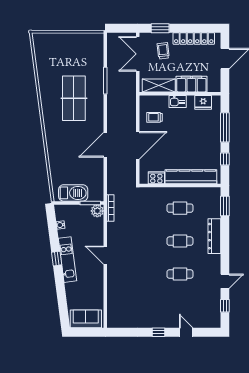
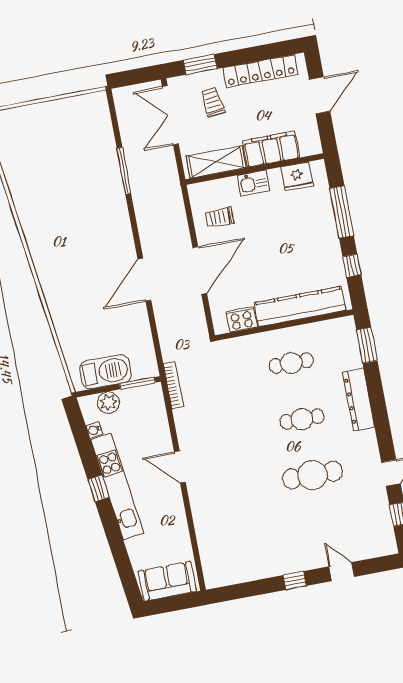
table tennis table: (74, 98) -> (76, 211), removed
plant: (97, 211) -> (108, 403), moved
kitchen unit: (67, 260) -> (117, 486), width x1.36
cafe table: (180, 274) -> (312, 475), width x1.37, depth x1.35

